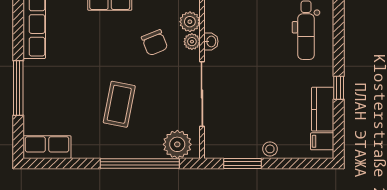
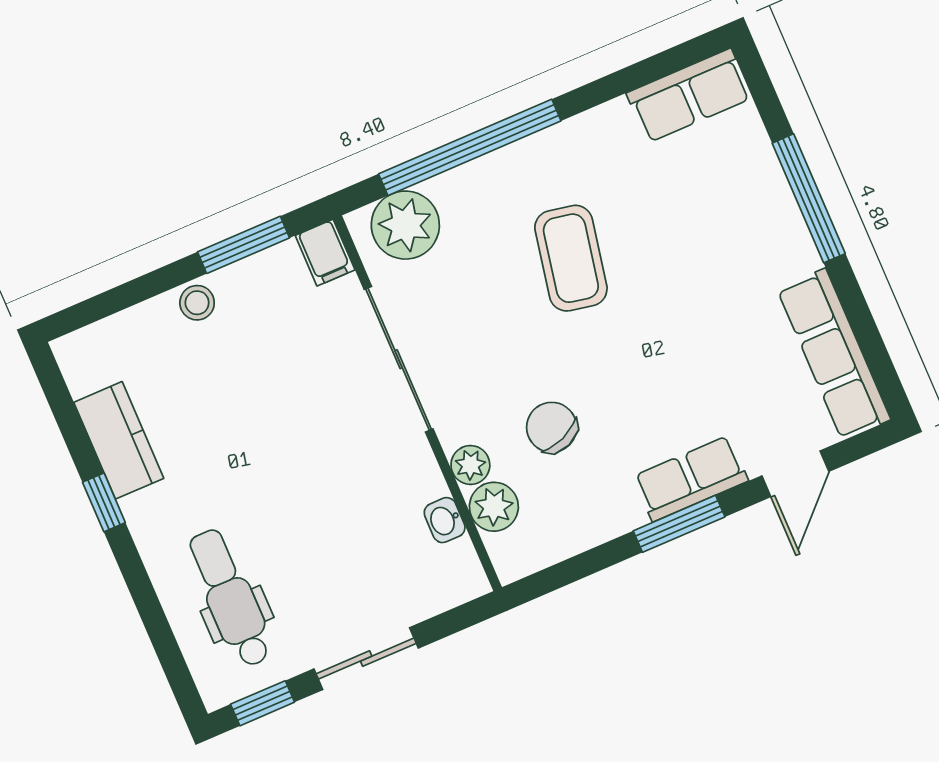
washbasin: (211, 41) -> (445, 520), moved
filing cabinet: (322, 141) -> (325, 253), moved, turned 90

